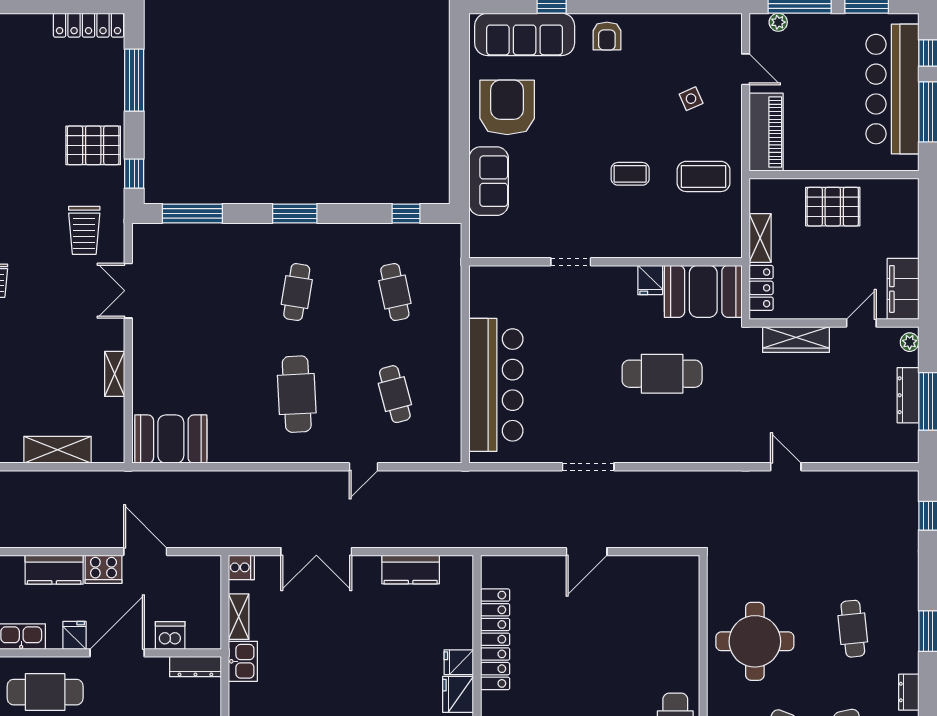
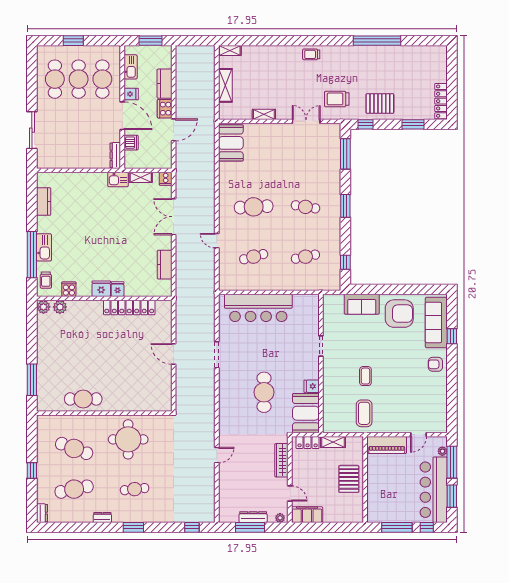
window: (134, 80) -> (413, 124), width x0.69
bar counter: (892, 89) -> (434, 490), moved, turned -90
side table: (691, 99) -> (404, 407), removed
pallet: (93, 145) -> (380, 103), turned 90

